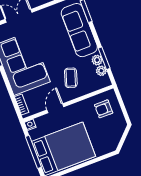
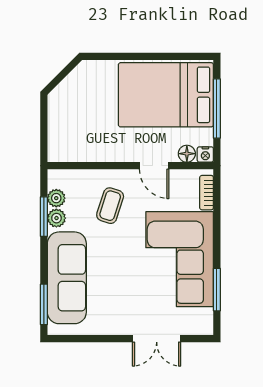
door: (55, 108) -> (154, 166), hinge flipped
armchair: (104, 109) -> (76, 135), removed
floor lamp: (40, 121) -> (187, 154), added

